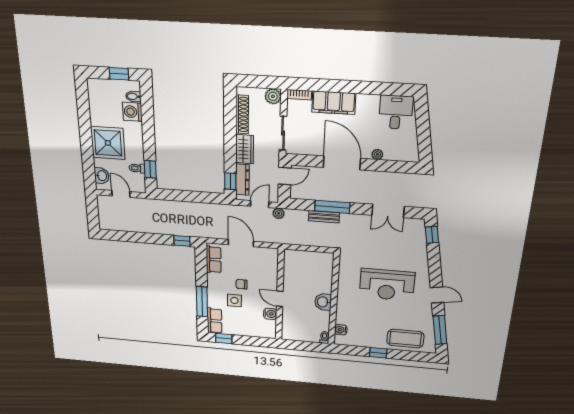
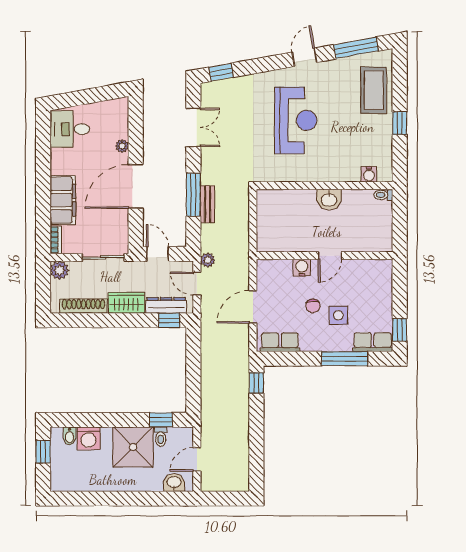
shower: (108, 143) -> (133, 447), moved
water cooler: (270, 314) -> (302, 268), moved

